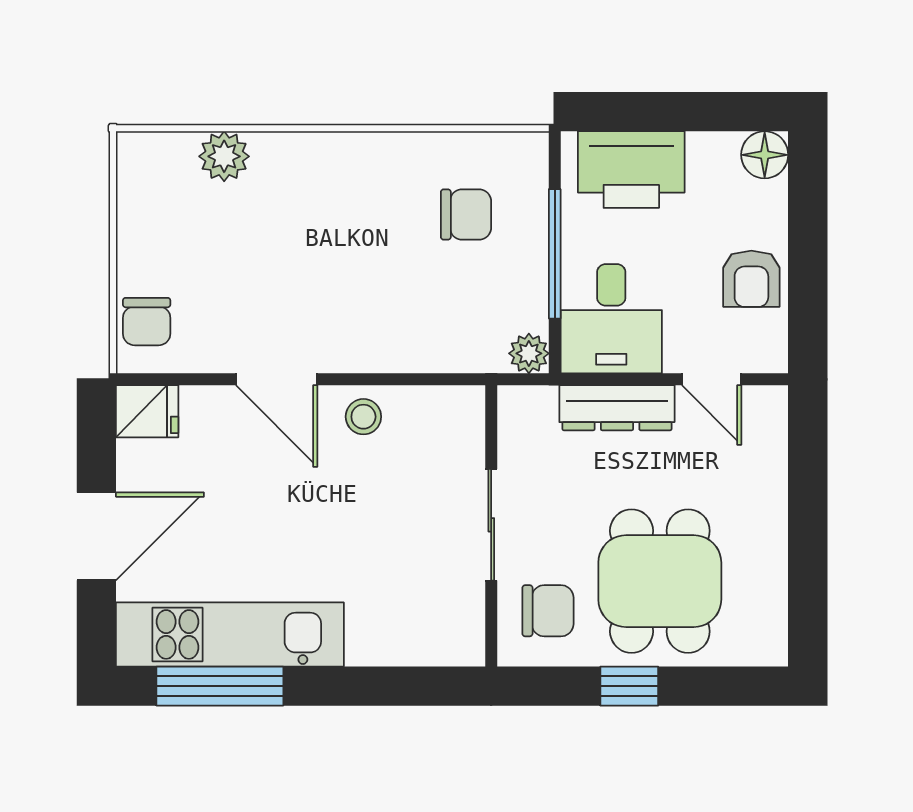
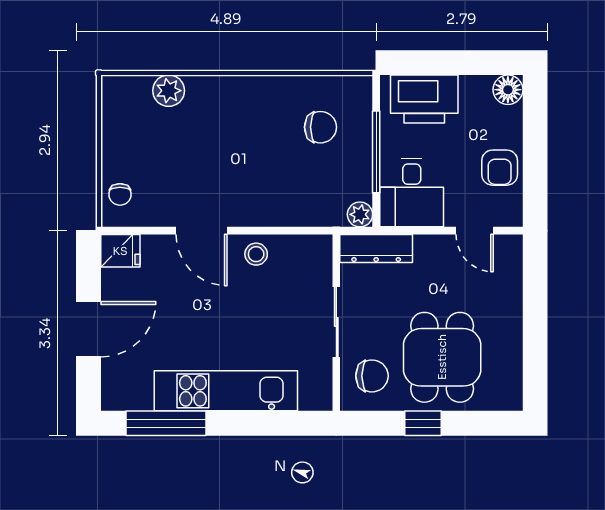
chair: (147, 322) -> (120, 194), width x0.73, depth x0.73
dresser: (617, 408) -> (376, 248), moved
kitchen unit: (230, 634) -> (226, 391), moved

